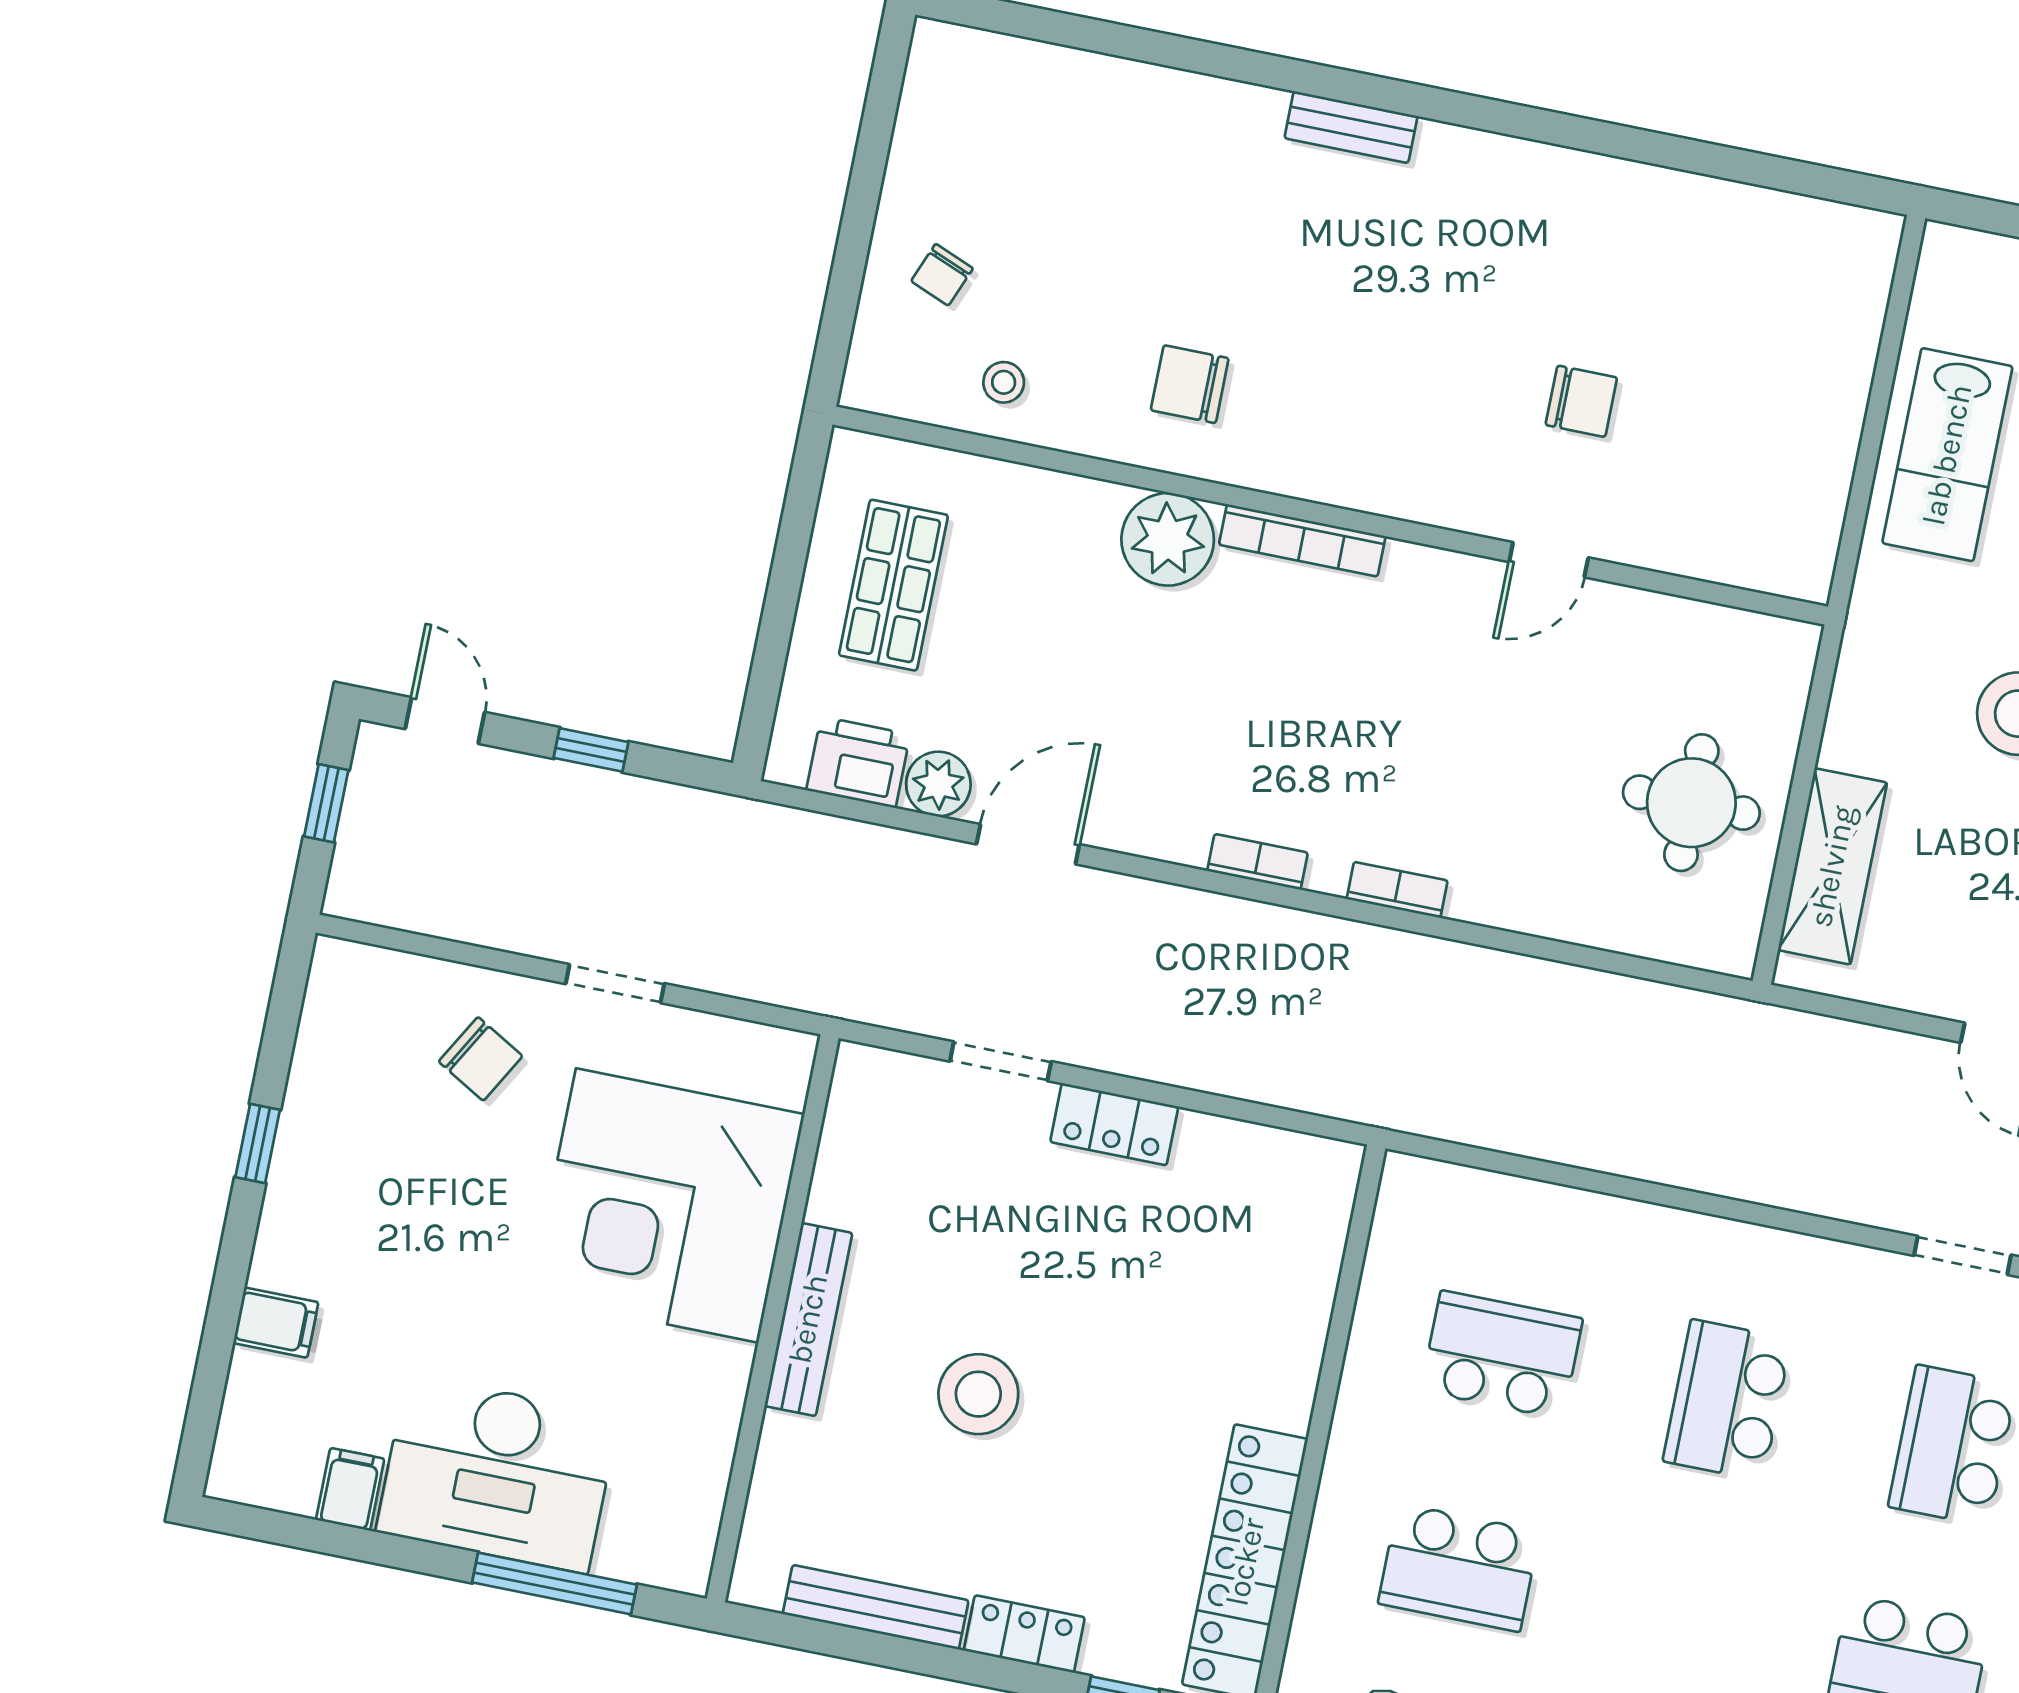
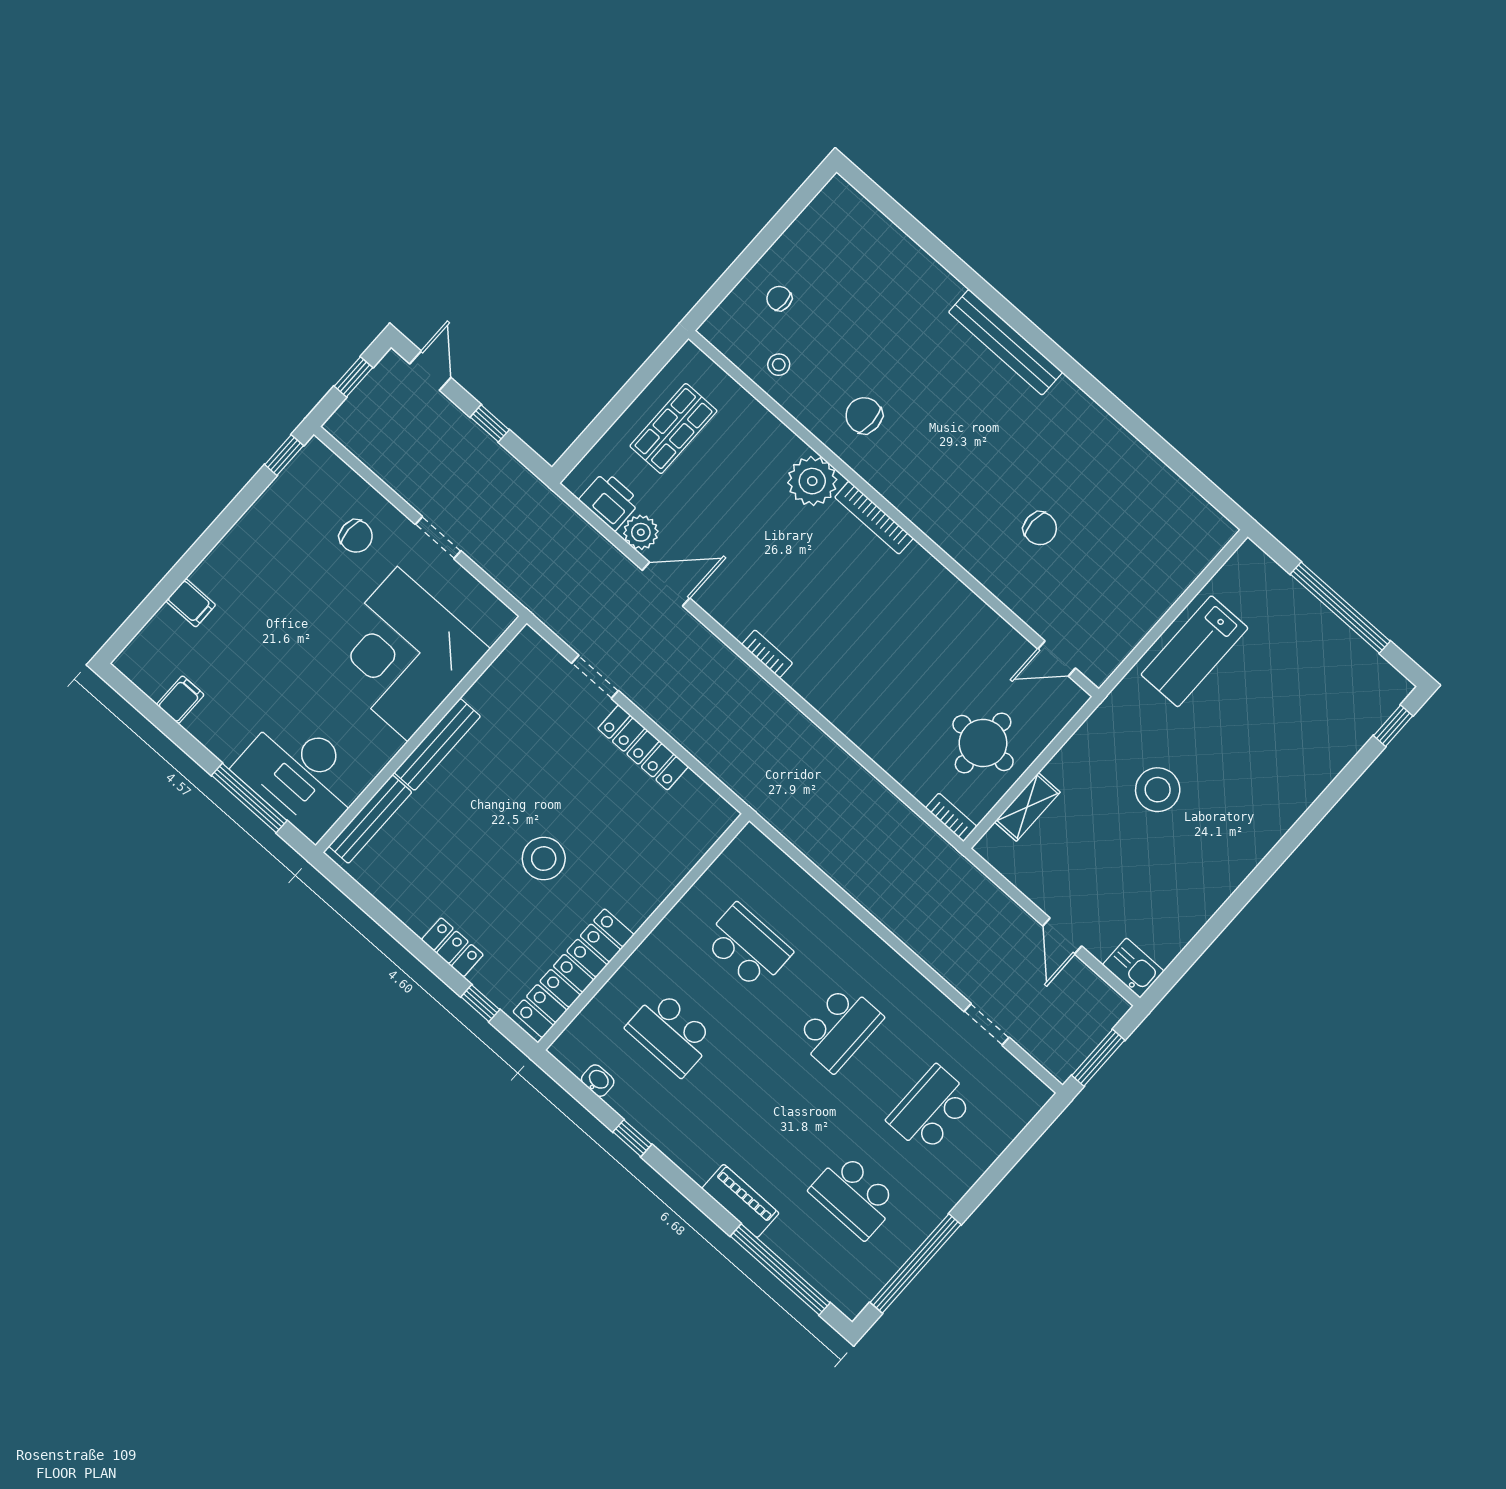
bench: (1351, 127) -> (1006, 342), width x1.86, depth x1.21
chair: (942, 275) -> (779, 298), turned 68
door: (1549, 560) -> (1057, 659), moved
shelving: (1832, 866) -> (1027, 807), width x0.67, depth x0.75
bookcase: (1397, 890) -> (951, 817), moved
chair: (481, 1059) -> (356, 536), turned -30
locker: (1114, 1124) -> (643, 747), width x1.53
window: (258, 1143) -> (284, 455), moved
stool: (978, 1394) -> (544, 859), moved
school desk: (1727, 1400) -> (839, 1028), turned 180
desk: (497, 1474) -> (301, 775), moved
bench: (876, 1607) -> (370, 819), moved, turned 90

